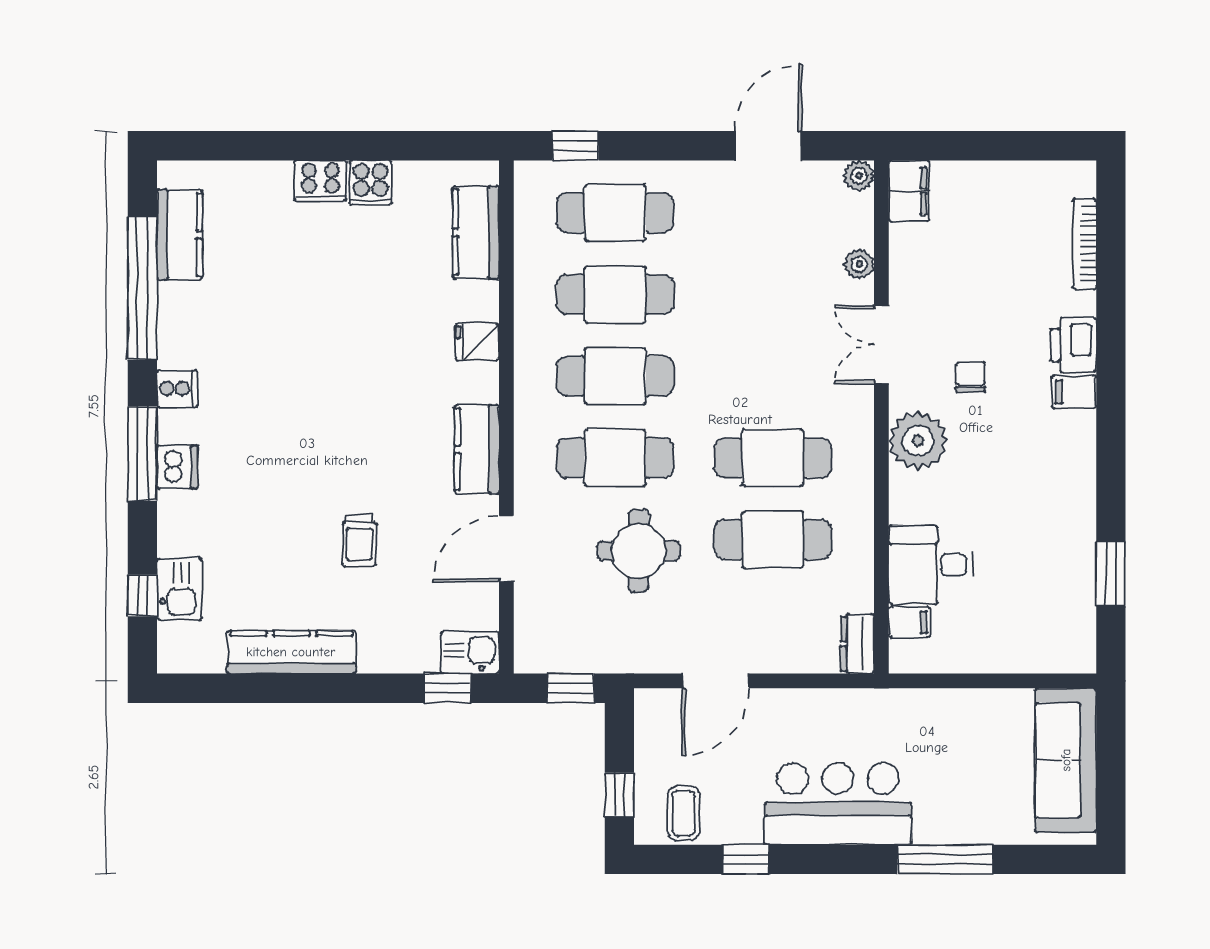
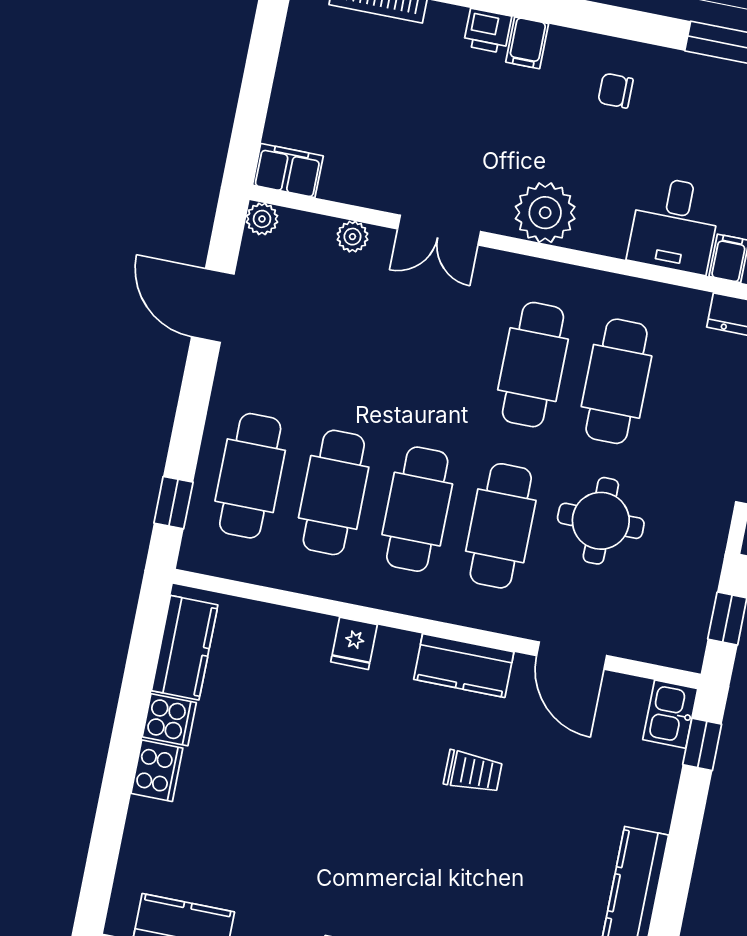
kitchen counter: (476, 232) -> (185, 648), moved, turned -90
printer: (1074, 345) -> (487, 31), width x0.73, depth x0.81
chair: (970, 377) -> (615, 91), moved
trolley: (359, 540) -> (473, 772), moved

